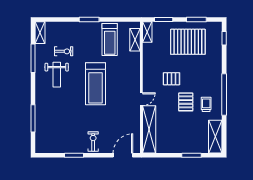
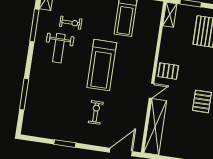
shelving: (135, 40) -> (154, 22), removed
pallet: (171, 79) -> (168, 71), moved
exercise bike: (93, 142) -> (96, 112), moved

